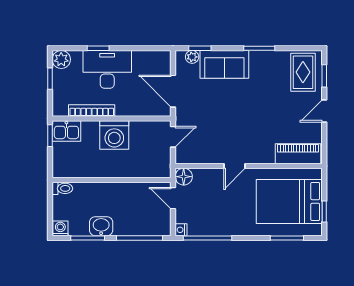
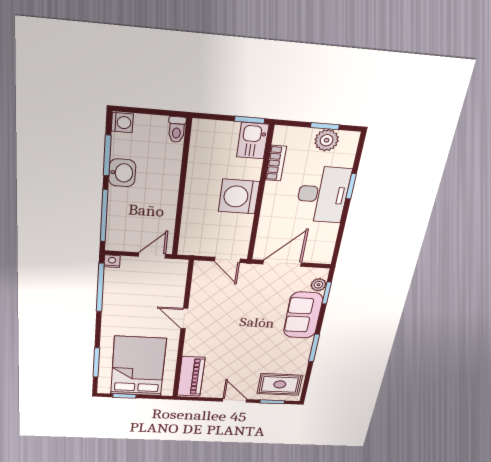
plant: (61, 59) -> (327, 140), moved
bookcase: (92, 111) -> (276, 163), width x0.64
floor lamp: (184, 177) -> (177, 268), removed

